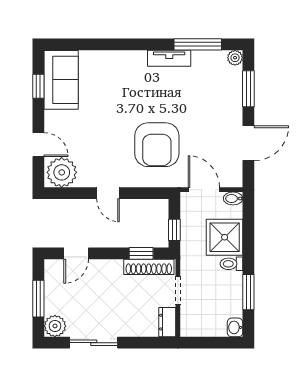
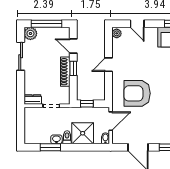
door: (38, 145) -> (137, 24), hinge flipped
plant: (62, 172) -> (117, 33), width x0.53, depth x0.53
window: (141, 253) -> (73, 68), moved
shoe rack: (149, 267) -> (65, 72), moved
window: (38, 299) -> (47, 24), width x1.44
washbasin: (235, 327) -> (56, 139), moved

